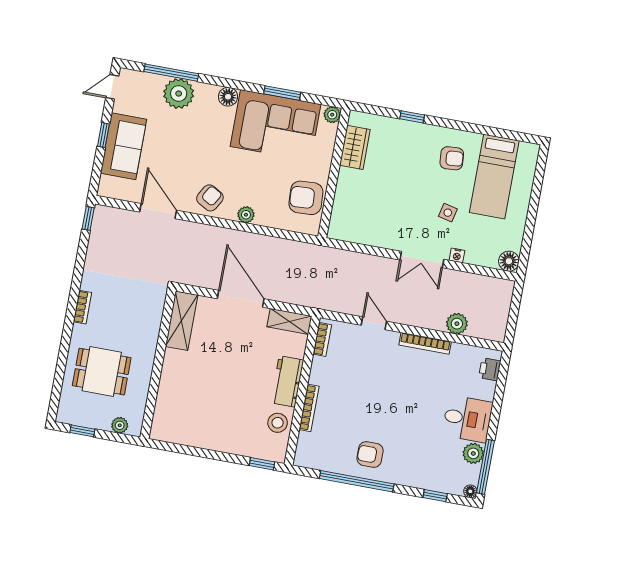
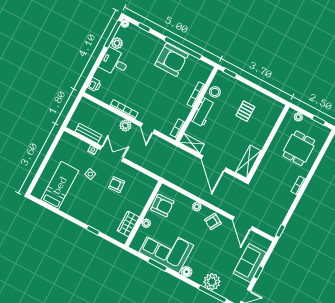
plant: (332, 115) -> (146, 223), moved
armchair: (452, 158) -> (117, 185), moved
floor lamp: (509, 261) -> (66, 138), removed
bench: (473, 282) -> (88, 133), added
plant: (457, 324) -> (125, 126), moved
dining table: (102, 372) -> (299, 148), turned 90
pallet: (214, 406) -> (245, 111), added
armchair: (370, 454) -> (172, 60), width x1.88, depth x1.88

